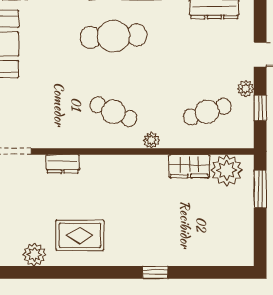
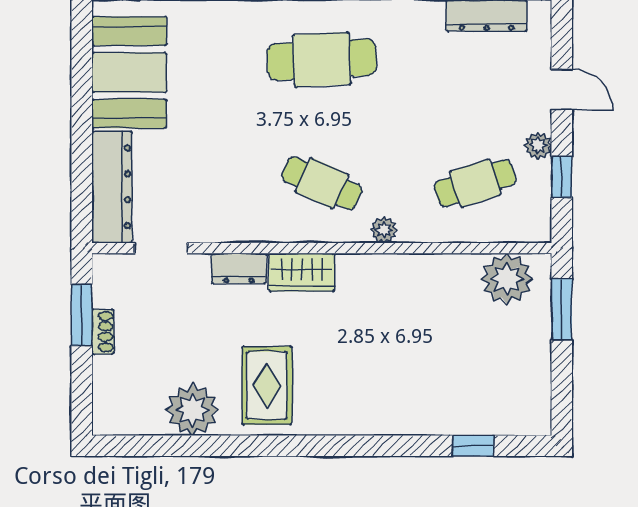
wardrobe: (189, 166) -> (302, 272), moved
rug: (80, 235) -> (267, 385), turned 90
plant: (34, 255) -> (193, 410), width x1.36, depth x1.36
window: (155, 272) -> (473, 446), moved

